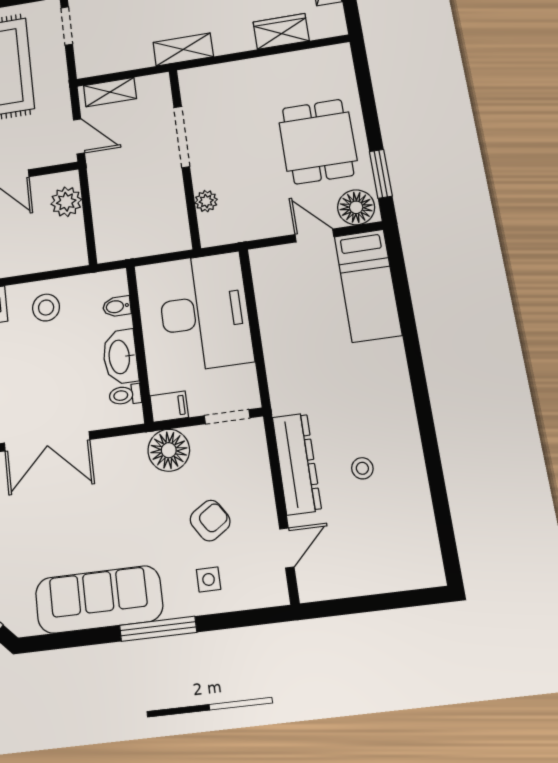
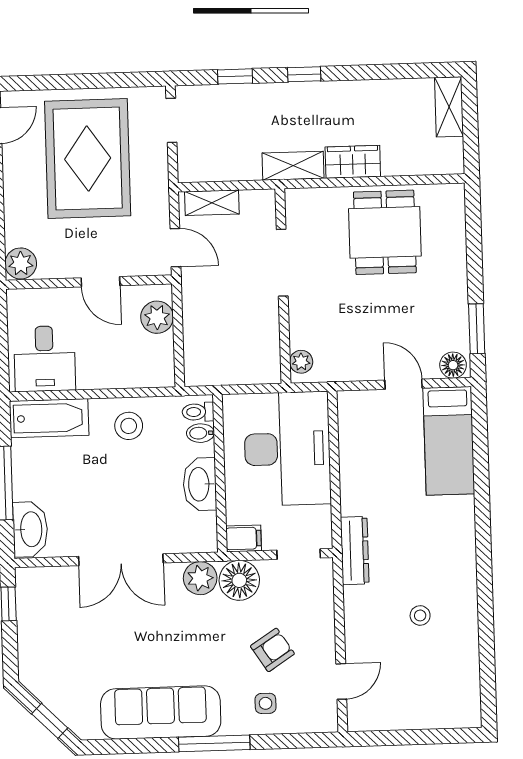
wardrobe: (281, 31) -> (353, 162), moved
dining table: (318, 142) -> (385, 232), moved
plant: (206, 201) -> (301, 362), moved
floor lamp: (356, 207) -> (453, 365), width x0.73, depth x0.73
toilet: (125, 395) -> (198, 412), moved
plant: (129, 452) -> (200, 578), added
dresser: (297, 464) -> (355, 551), moved, width x0.73, depth x0.80

